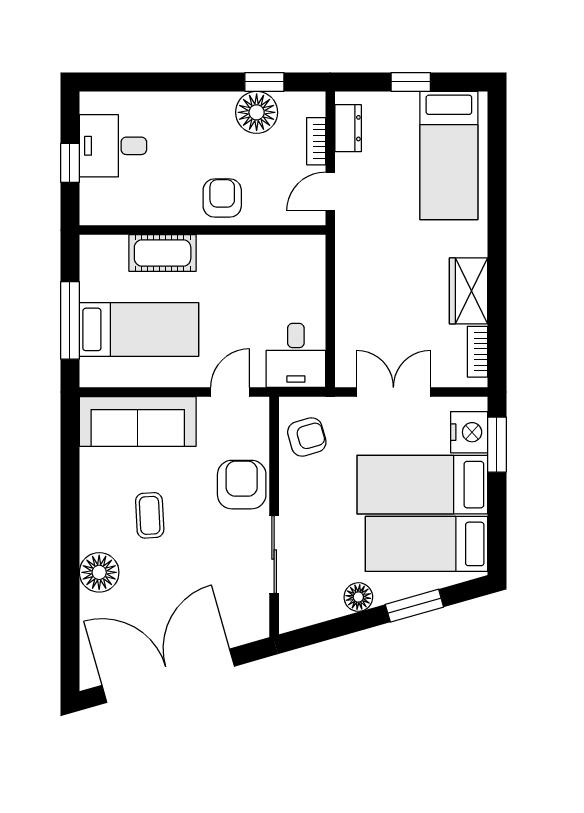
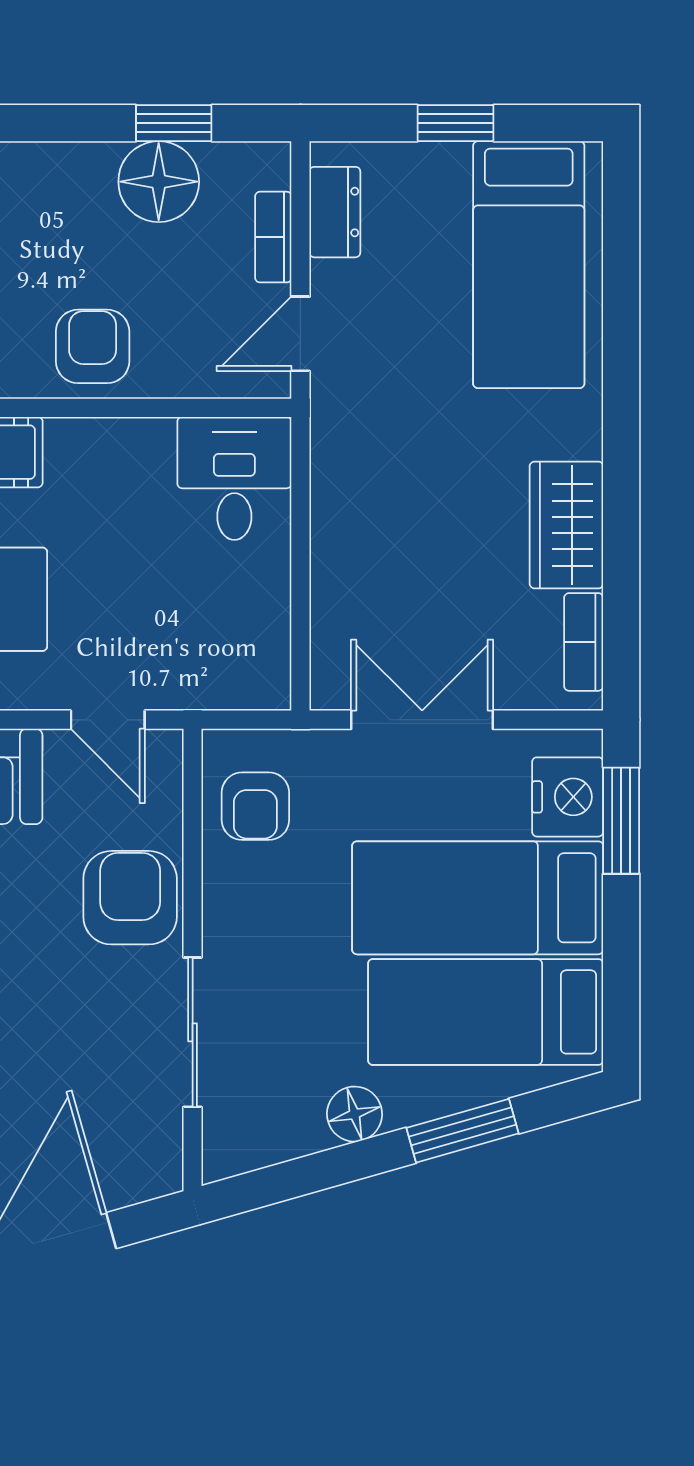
desk: (296, 355) -> (234, 478), moved, turned 180
door: (230, 392) -> (108, 720), swing flipped
armchair: (307, 437) -> (255, 806), turned 106

